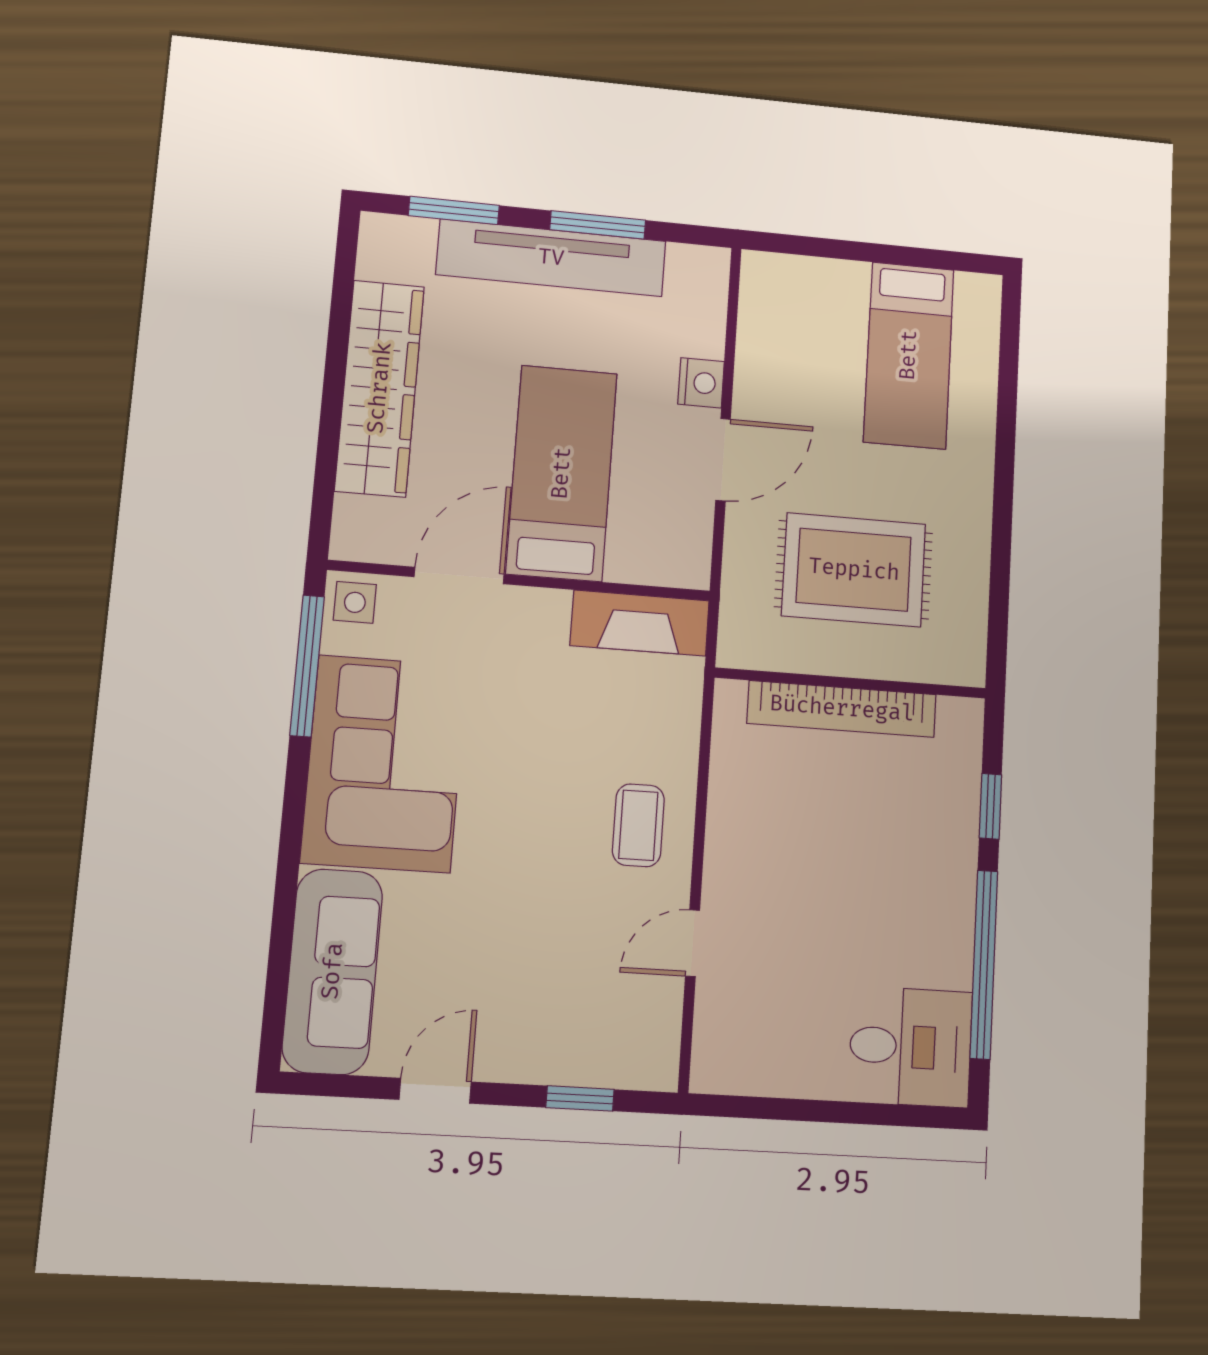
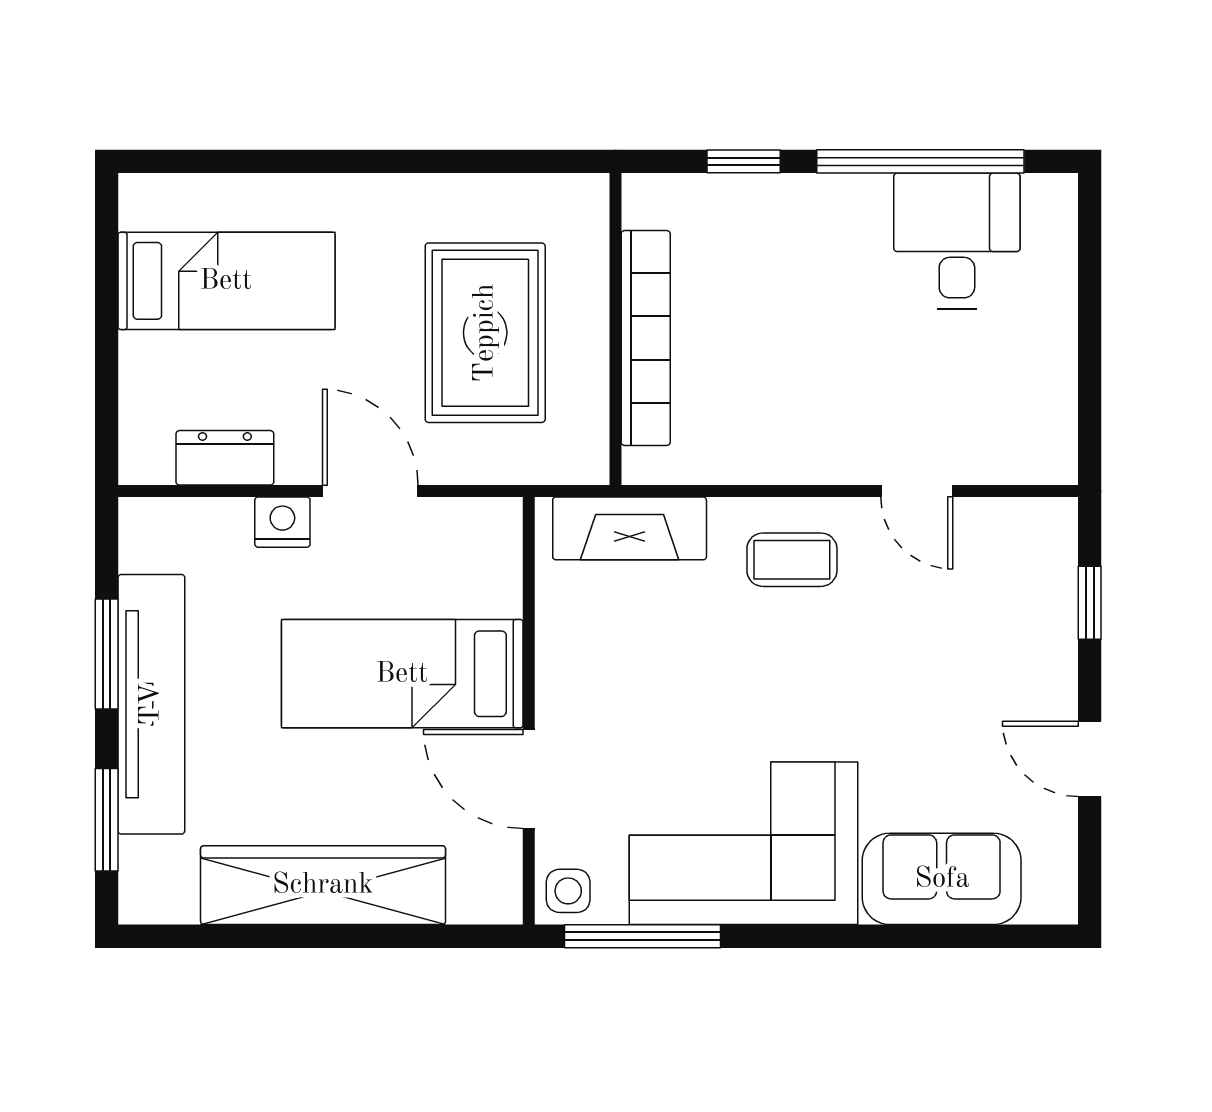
dresser: (759, 340) -> (225, 458), added
fireplace: (640, 623) -> (630, 528), moved, turned 90
sofa: (333, 971) -> (942, 879), width x0.73
desk: (910, 1047) -> (957, 241), moved

